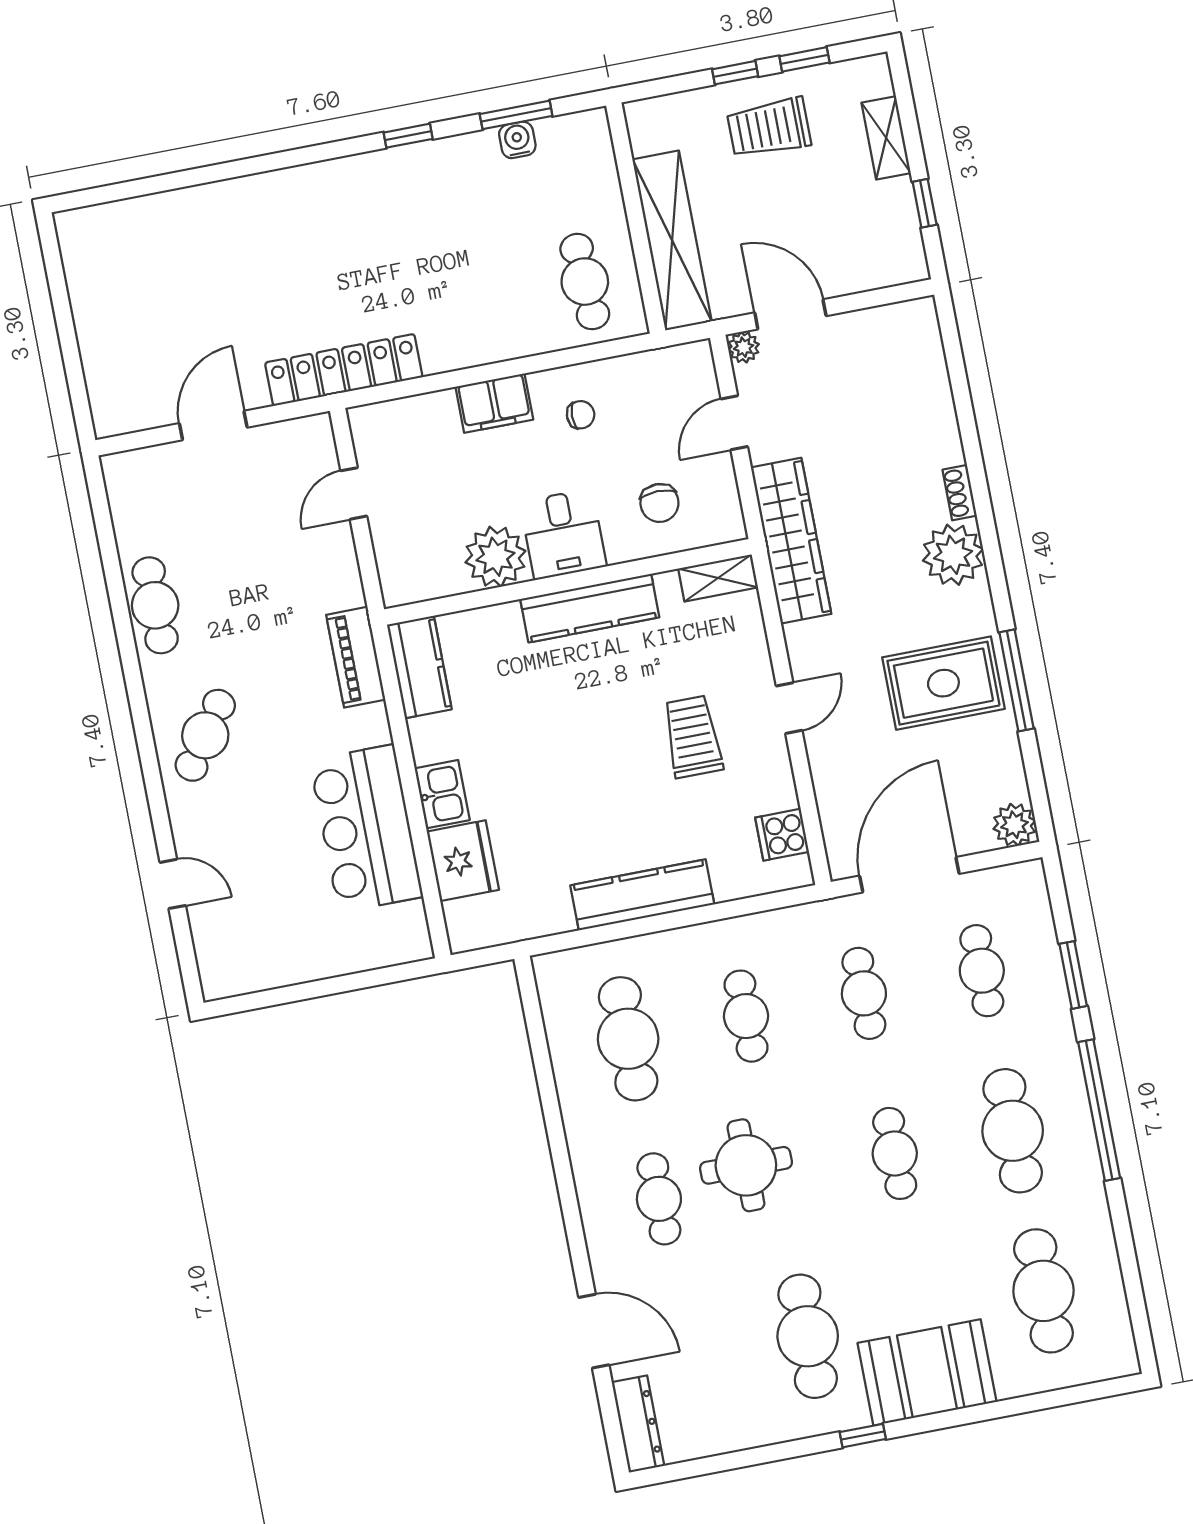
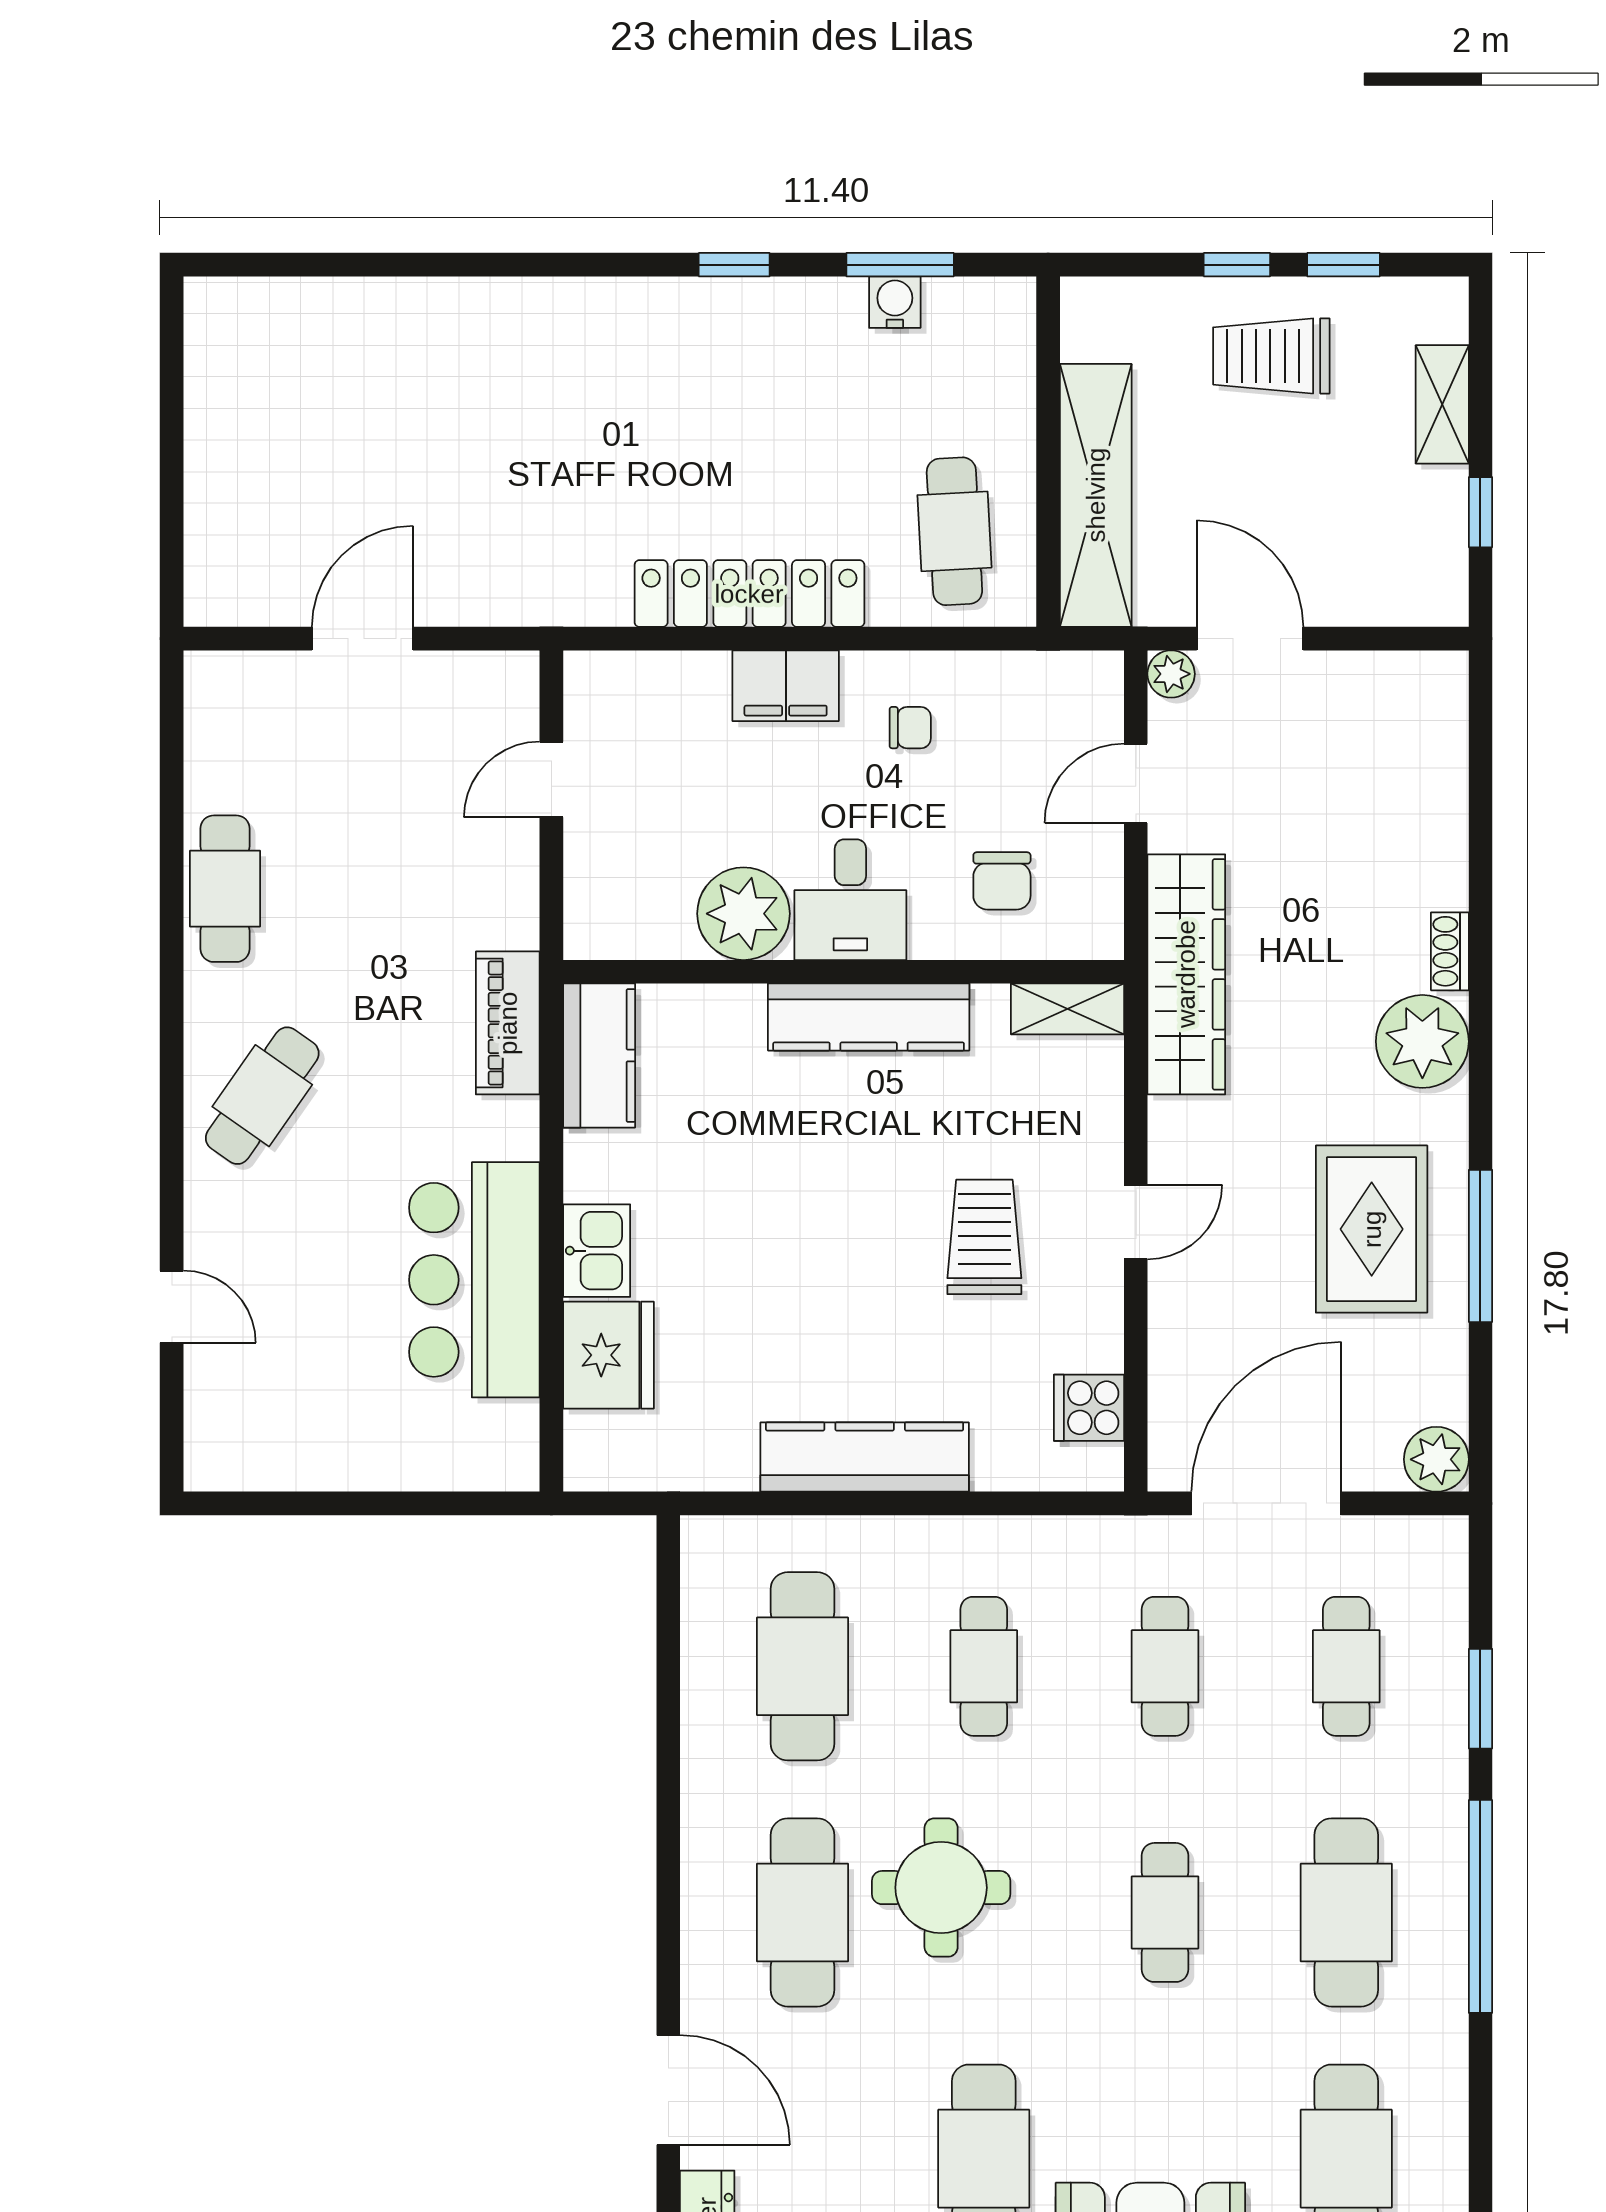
locker: (344, 370) -> (749, 594), moved
rug: (943, 683) -> (1372, 1229), turned 90
cafe table: (659, 1199) -> (802, 1912), width x1.37, depth x1.35

